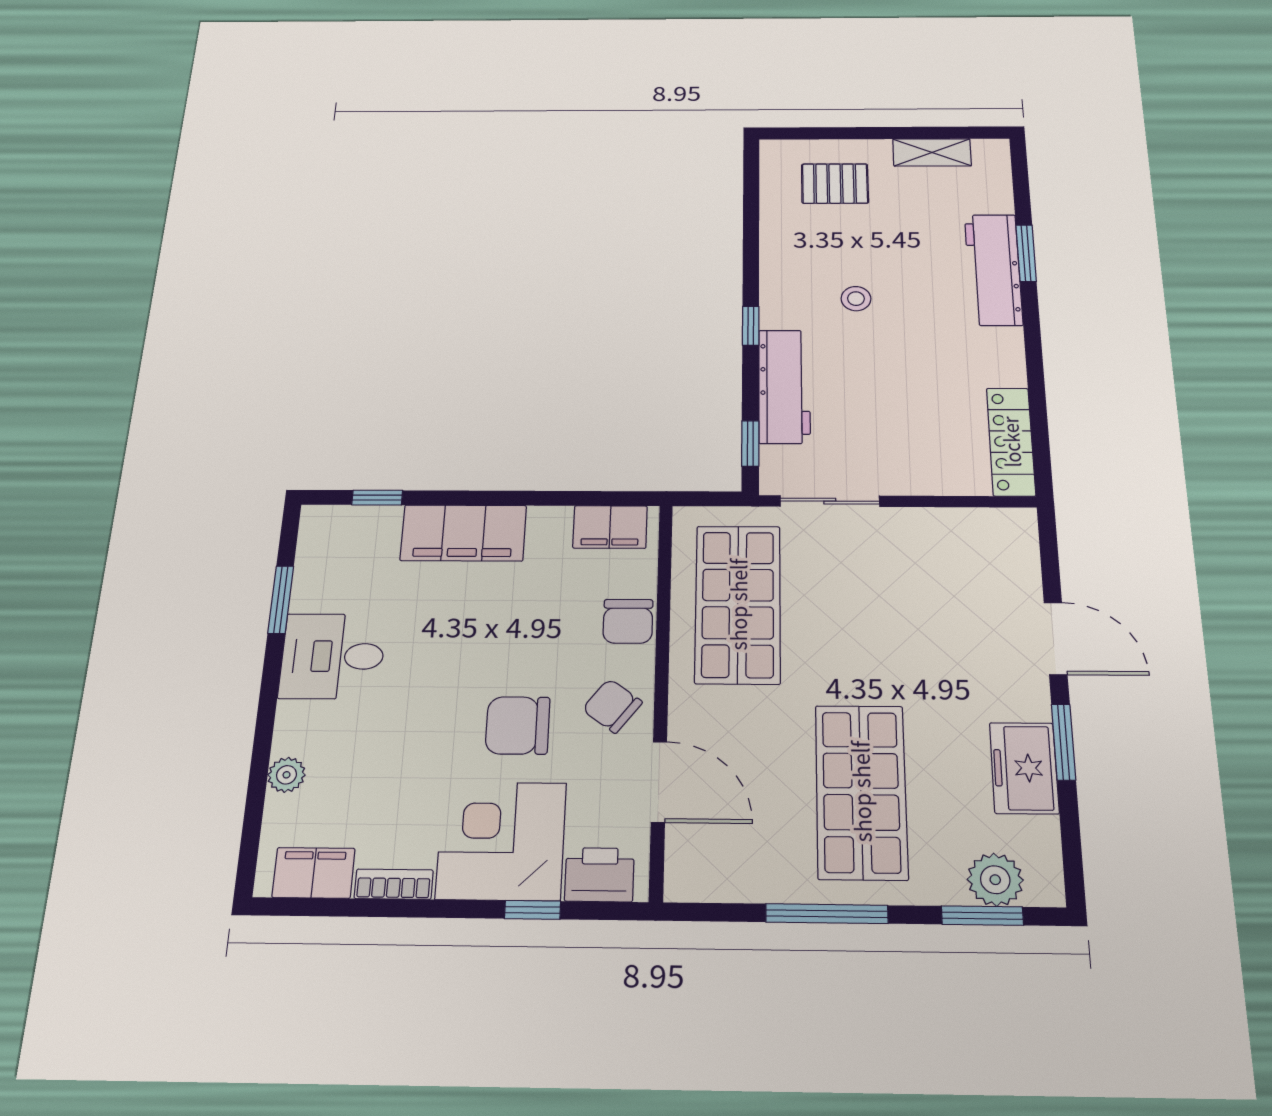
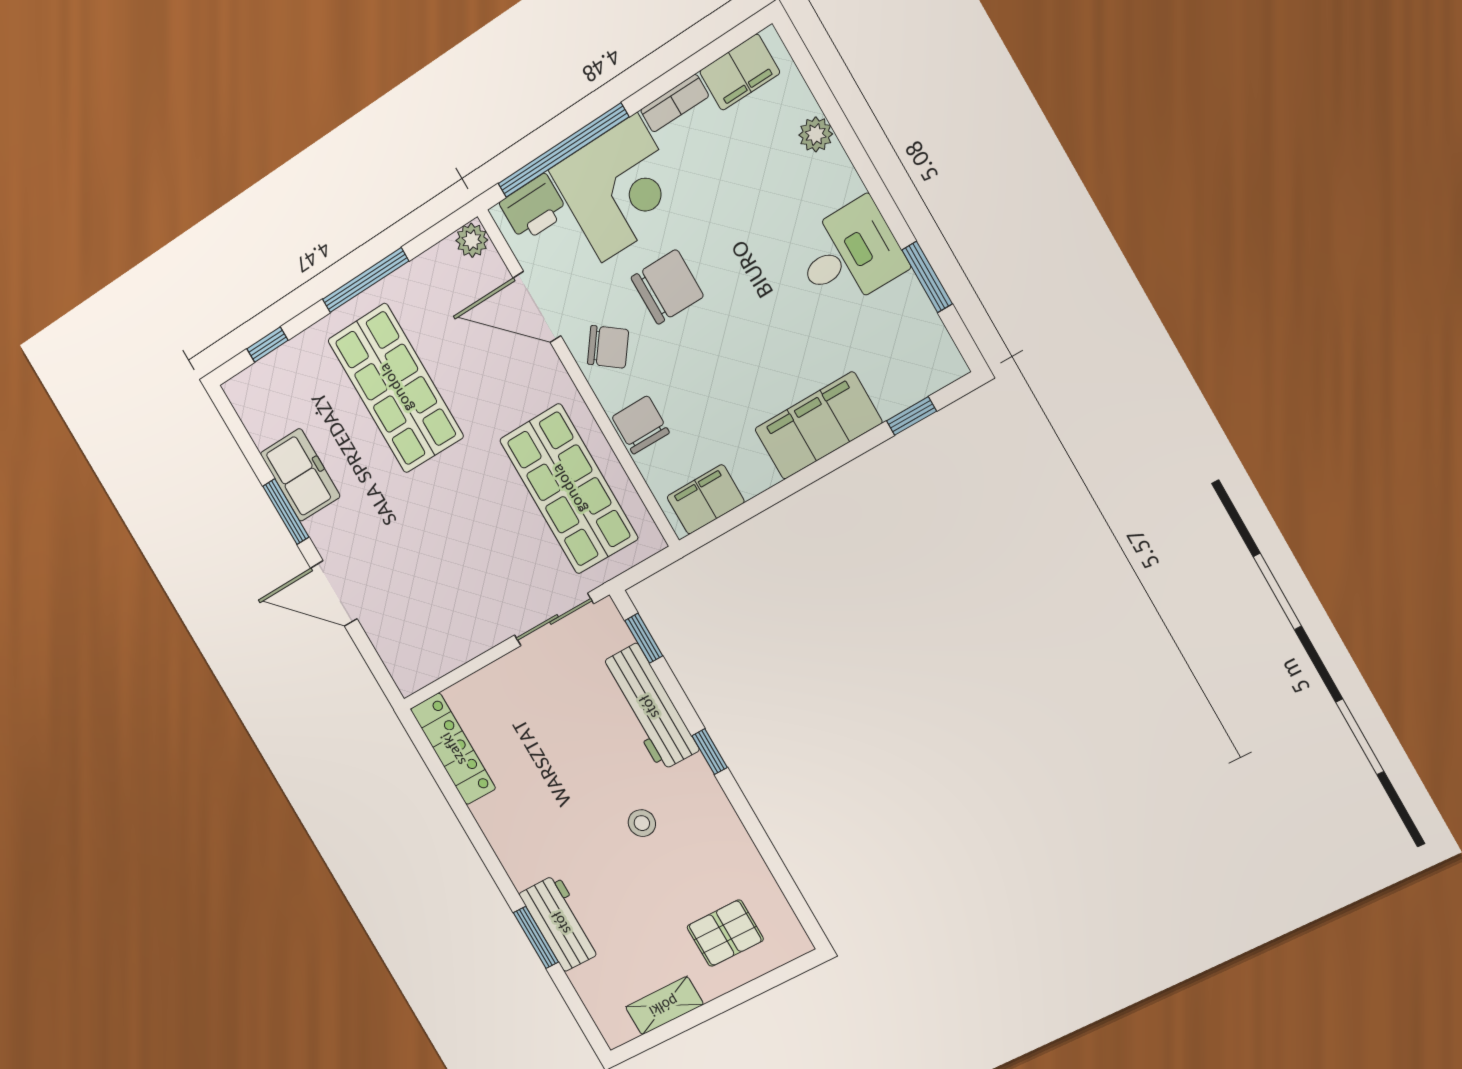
workbench: (993, 269) -> (561, 923), width x0.73
plant: (995, 880) -> (472, 240), moved, width x0.73, depth x0.73
window: (533, 910) -> (563, 150), width x3.17
window: (982, 916) -> (267, 345), width x0.67

